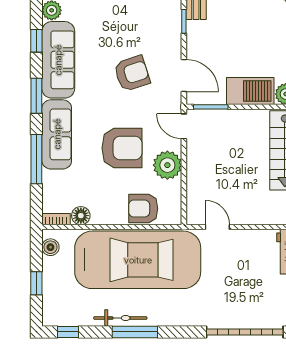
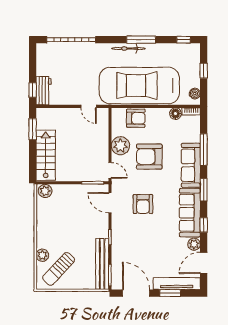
armchair: (132, 74) -> (143, 204), turned -72
barbecue: (250, 91) -> (68, 193), removed
bicycle: (120, 318) -> (128, 49), moved

